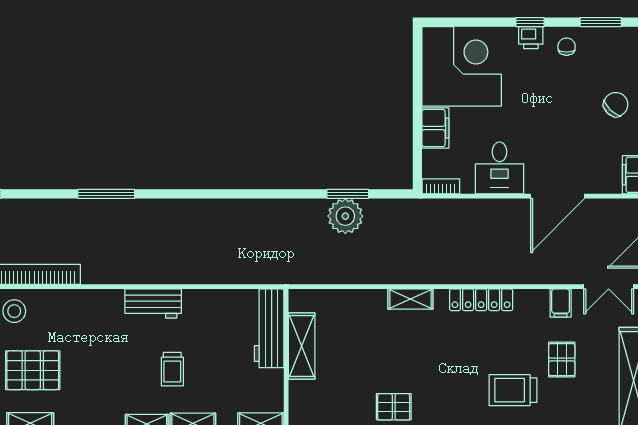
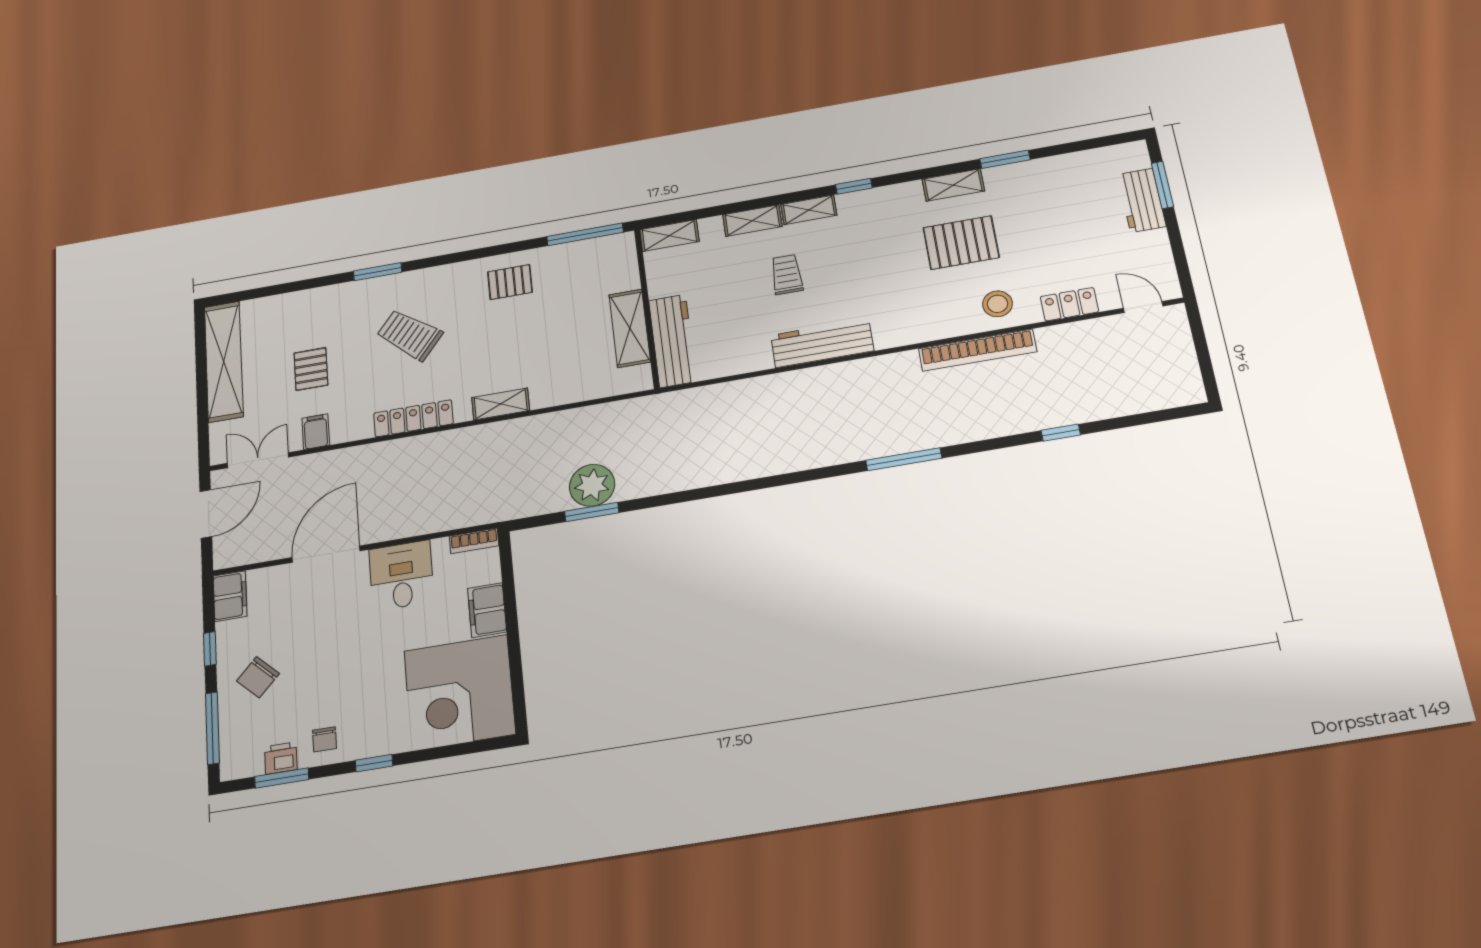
printer: (531, 38) -> (281, 758), moved
workbench: (153, 304) -> (822, 343), width x1.38
trolley: (513, 390) -> (409, 335), moved, turned -141

